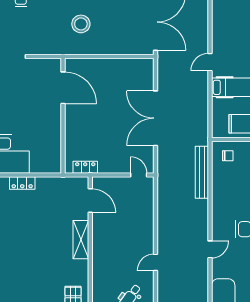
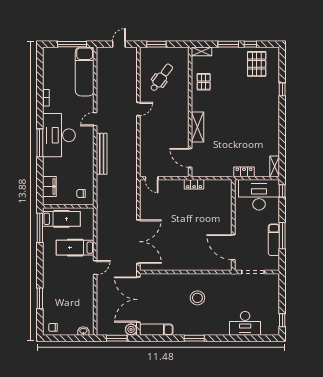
door: (63, 88) -> (233, 247), moved
wall: (63, 116) -> (233, 225), moved
double door: (156, 118) -> (138, 242), moved
bench: (202, 172) -> (102, 154), moved

